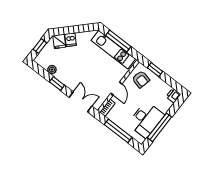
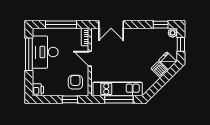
plant: (52, 70) -> (173, 33), moved
armchair: (141, 79) -> (75, 82), turned 77
window: (57, 83) -> (161, 25), moved

